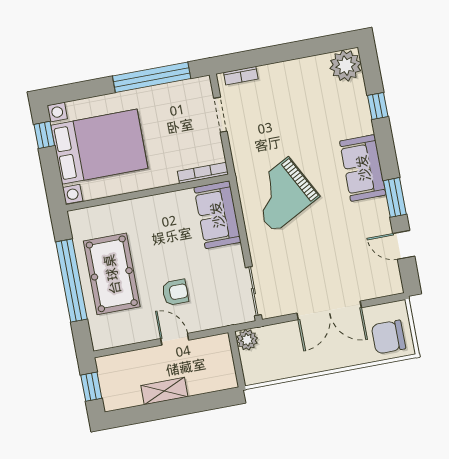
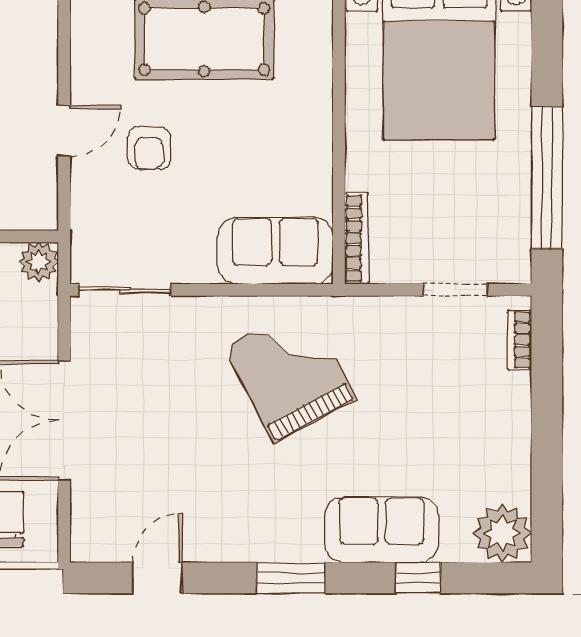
sofa: (363, 168) -> (382, 530), moved
window: (395, 197) -> (291, 578), moved

